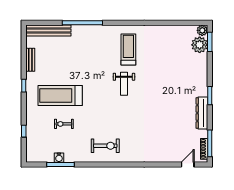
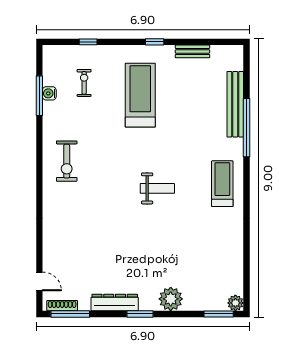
bench: (48, 31) -> (235, 104), moved
plant: (200, 45) -> (171, 299), moved
treadmill: (128, 49) -> (222, 184), moved, turned -90
weight bench: (124, 84) -> (157, 188), turned 180
exercise bike: (64, 124) -> (84, 83), moved

